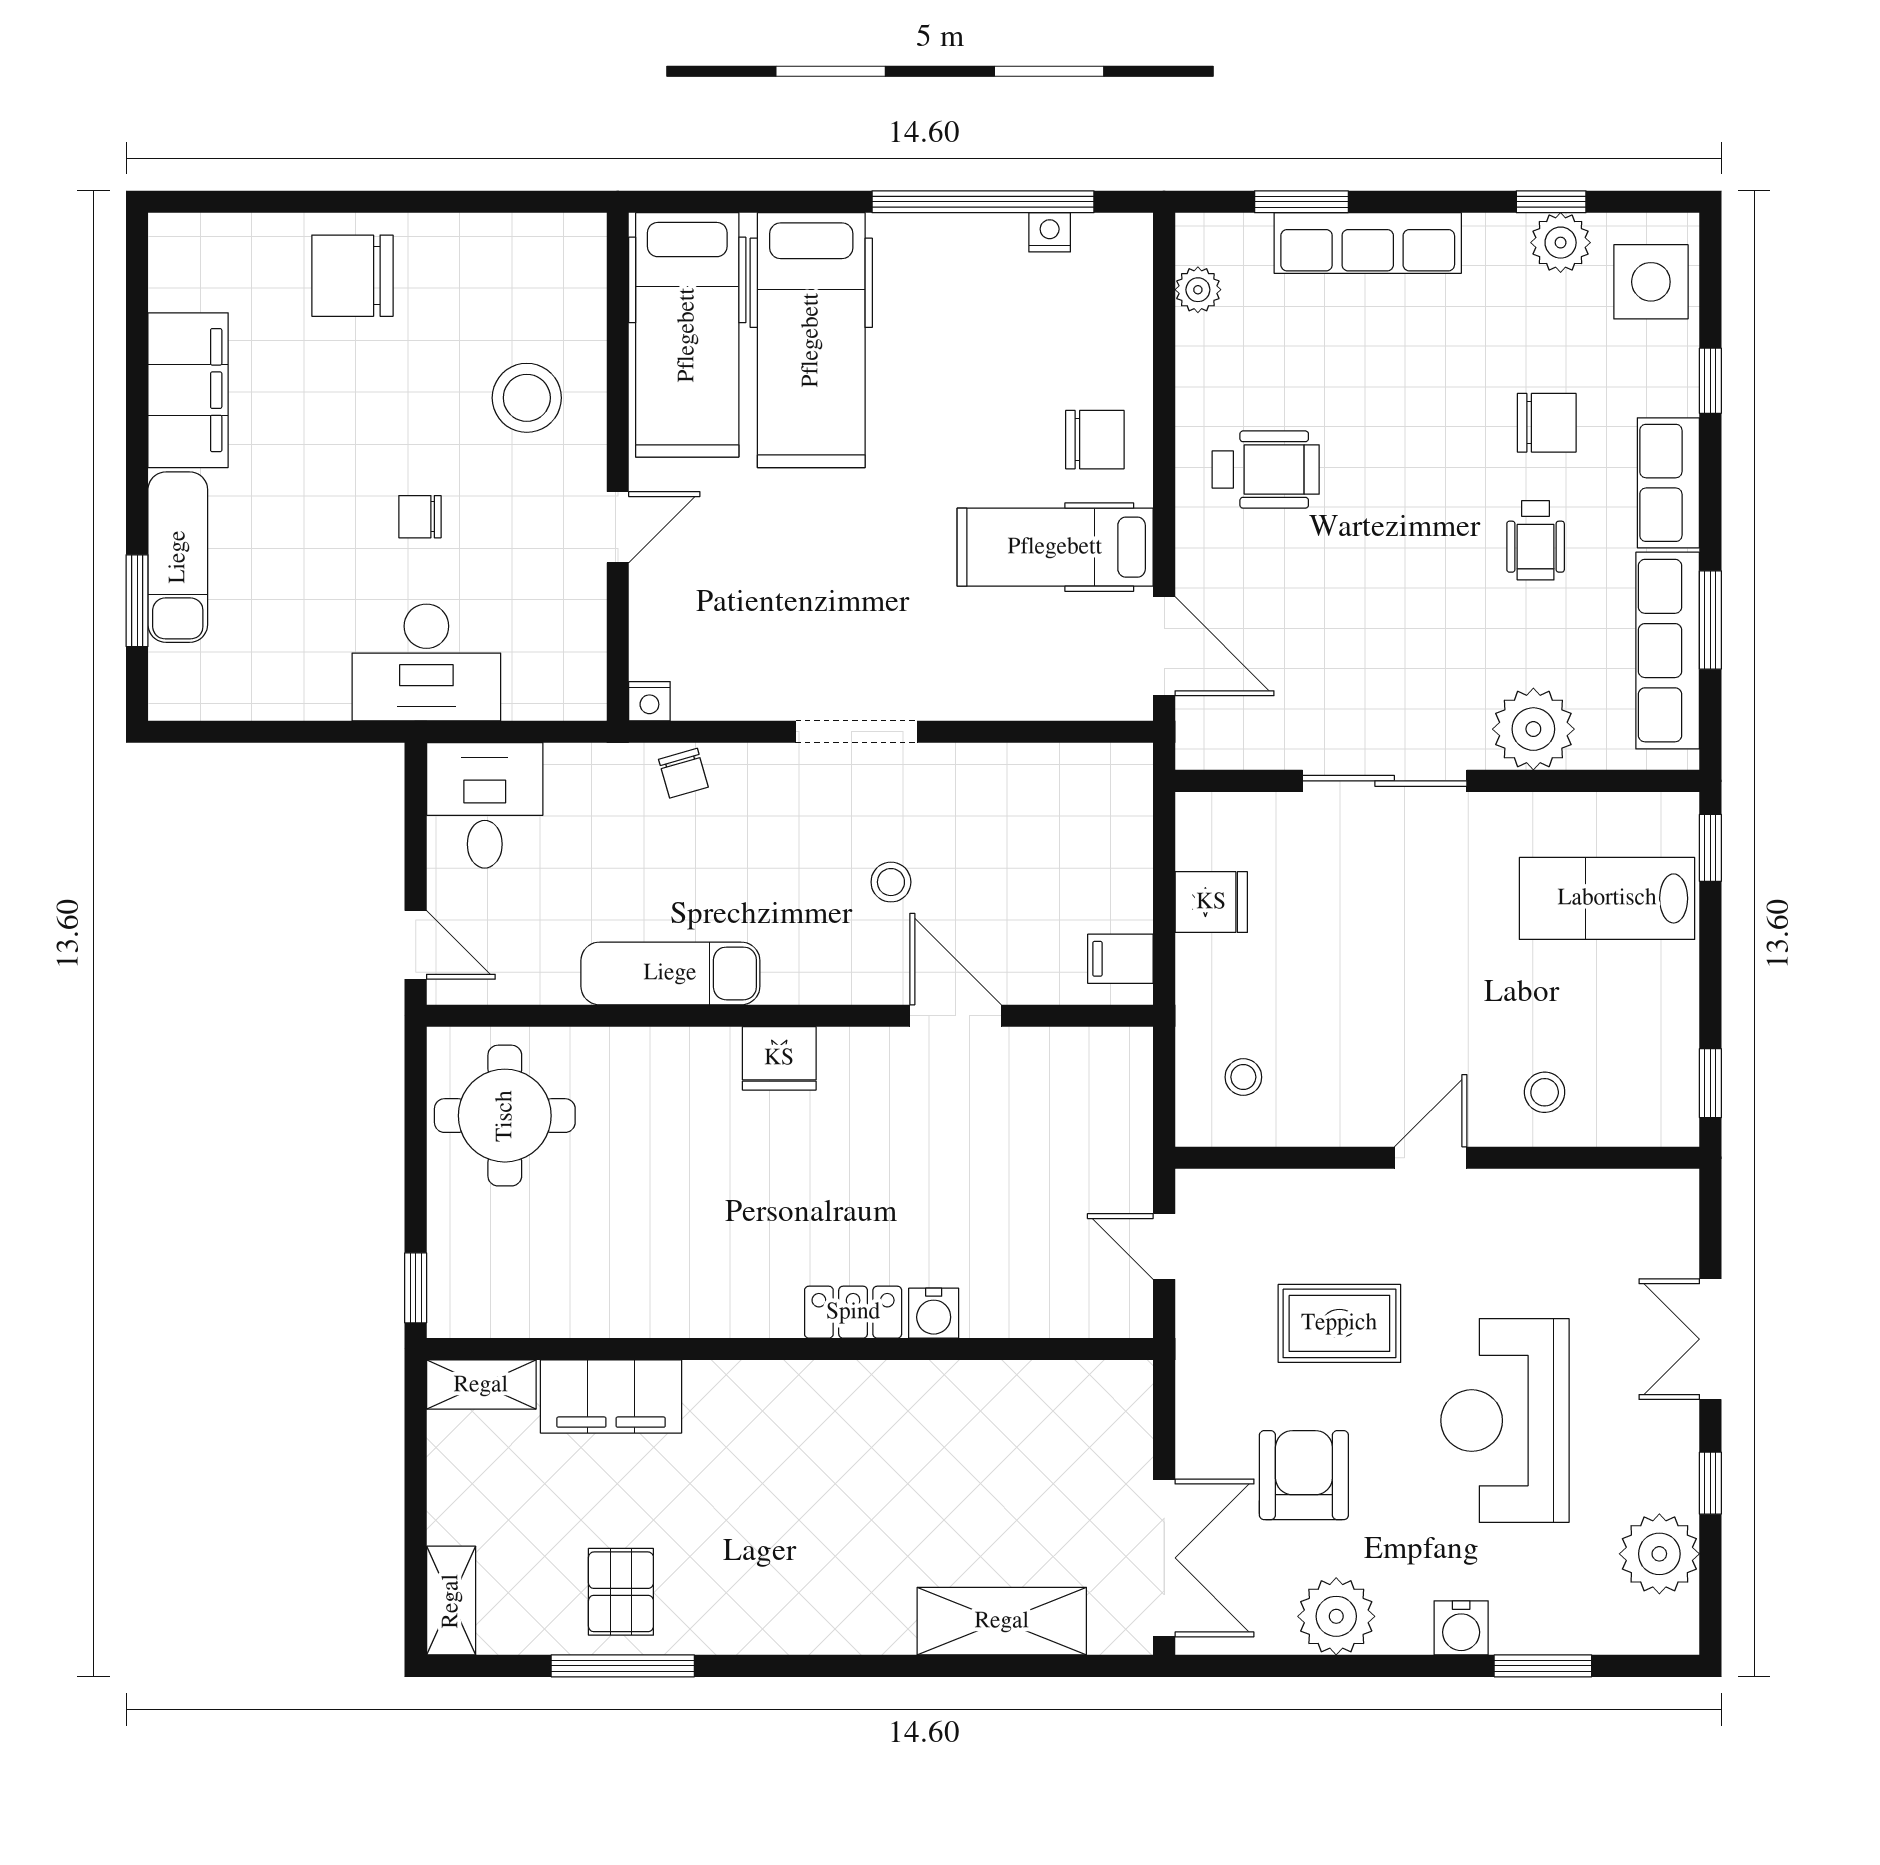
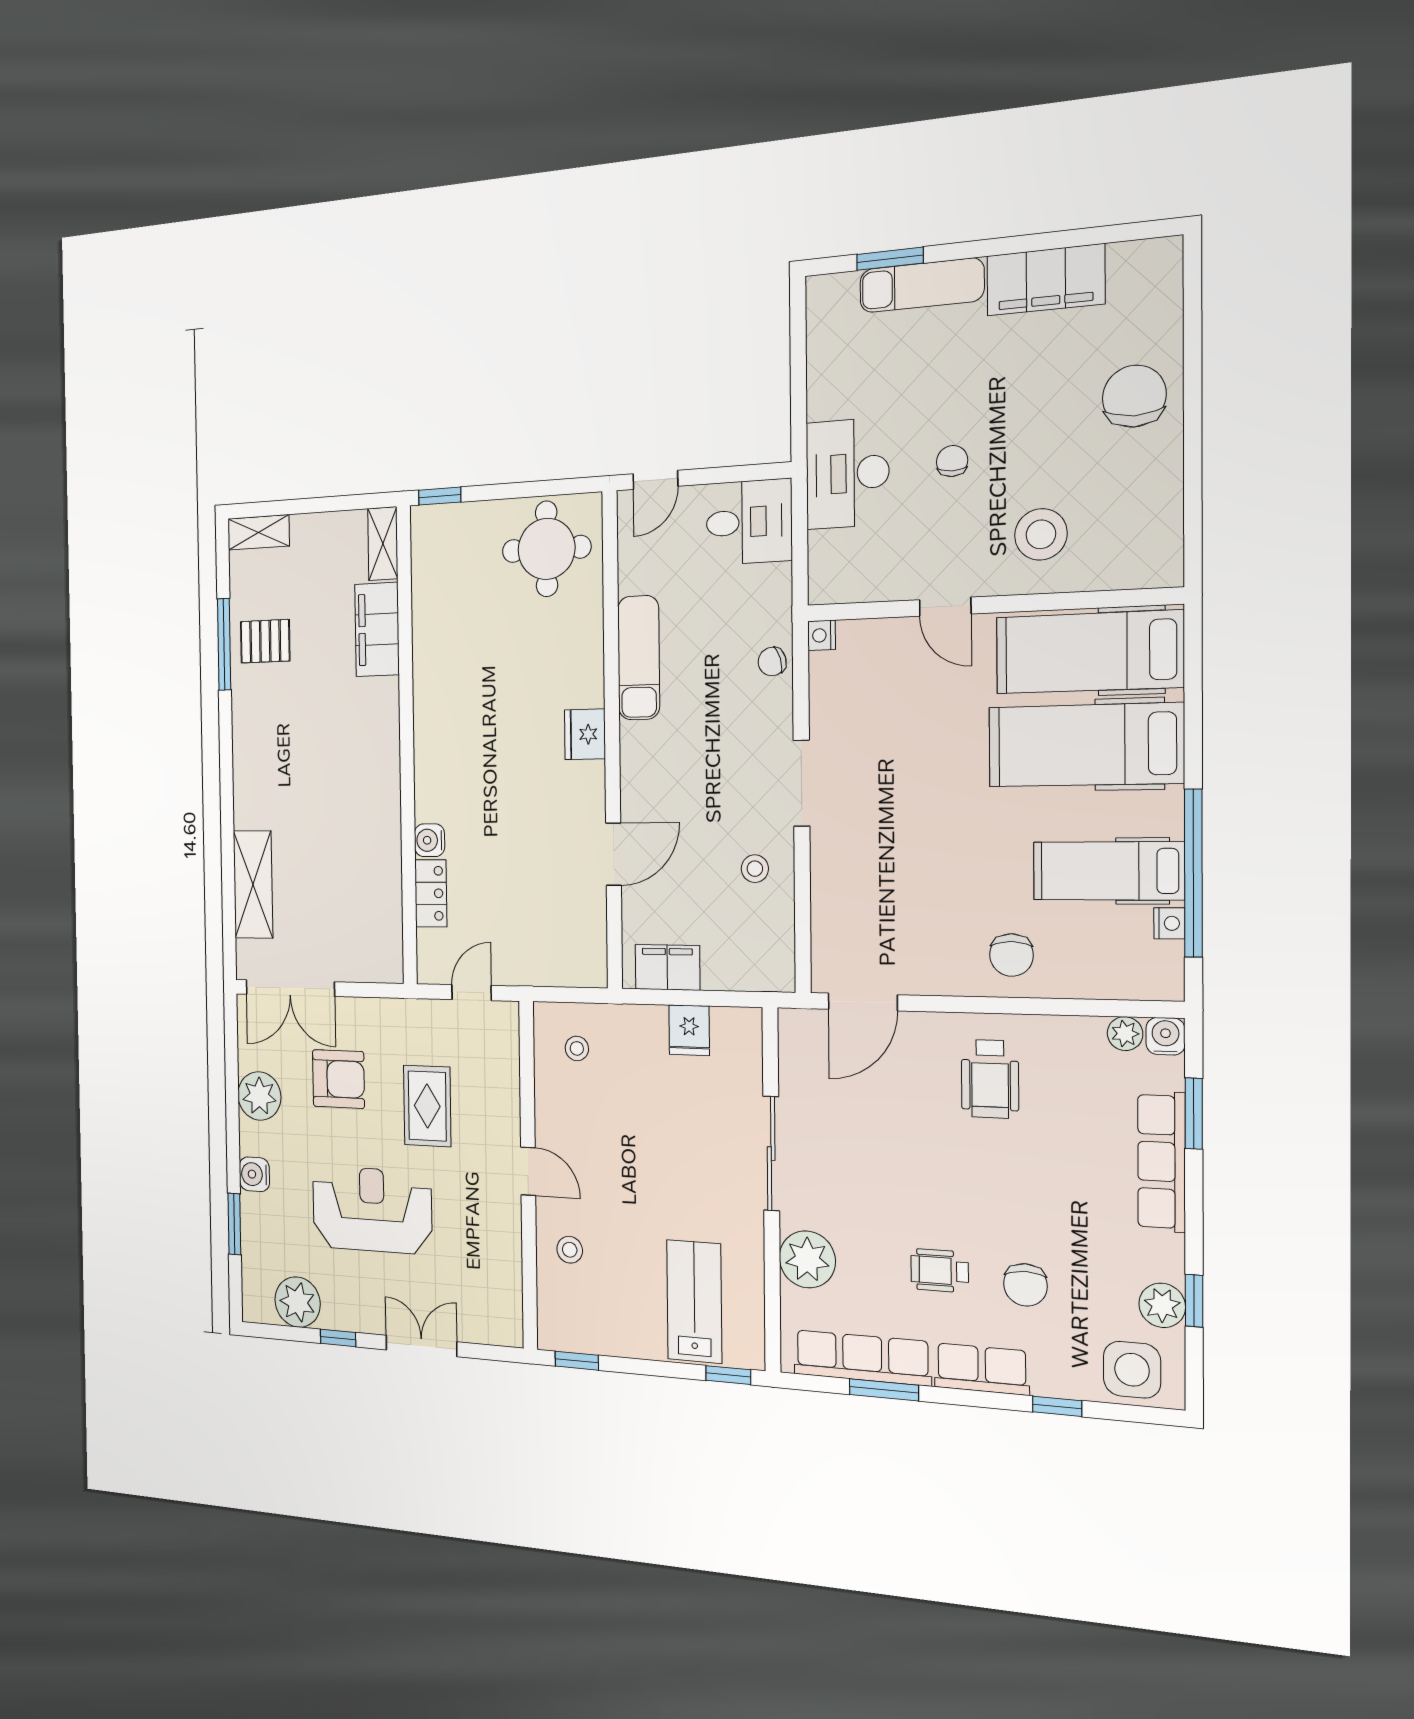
water cooler: (1200, 238) -> (1166, 1036), added
hospital bed: (1055, 547) -> (1108, 871), moved, turned -90
stool: (891, 882) -> (755, 869), moved
filing cabinet: (1120, 959) -> (667, 967), width x2.00
locker: (853, 1312) -> (431, 893), moved

